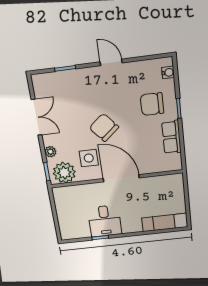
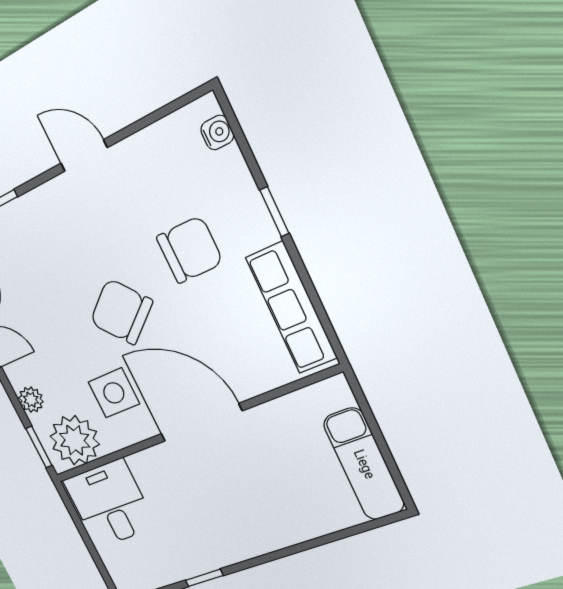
chair: (152, 104) -> (190, 250), moved, turned 180
row of seats: (171, 137) -> (292, 308), width x1.48
desk: (105, 221) -> (110, 504), moved, turned 180
exam couch: (165, 222) -> (364, 464), moved, turned -90

